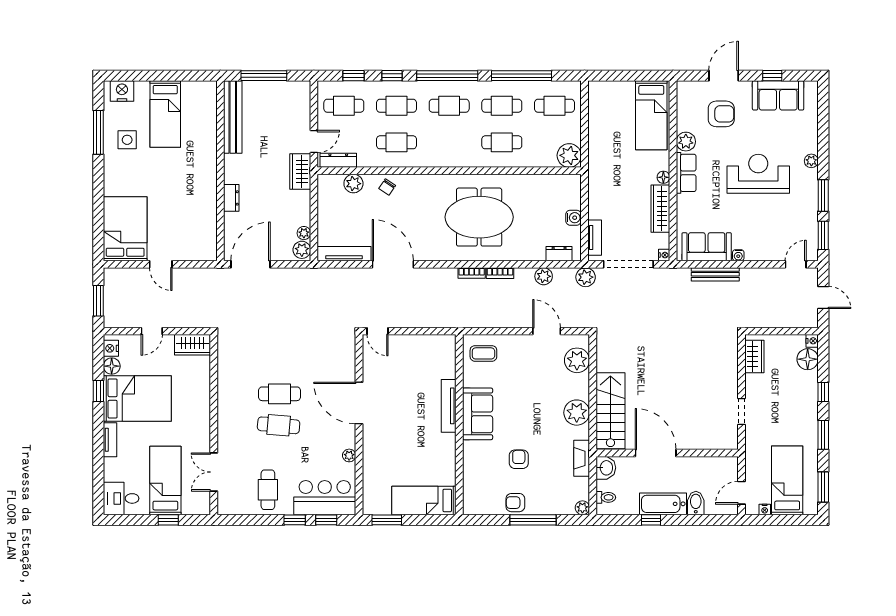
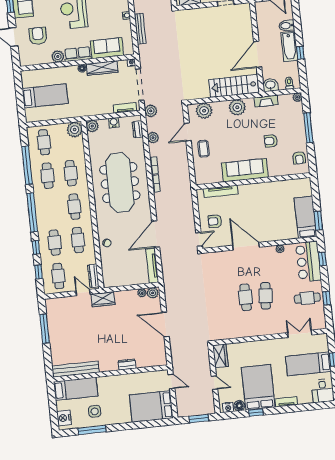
cafe table: (449, 106) -> (74, 207), moved
bed: (651, 115) -> (45, 96), moved
bench: (233, 117) -> (75, 369), moved
wall: (220, 171) -> (110, 373), moved
plant: (353, 184) -> (92, 126), moved
dresser: (231, 198) -> (127, 365), moved
meeting table: (479, 217) -> (120, 183), width x1.36
sofa: (707, 247) -> (107, 48), moved, turned 90
door: (161, 264) -> (171, 381), hinge flipped
coffee table: (483, 353) -> (204, 149), moved
armchair: (403, 359) -> (215, 221), added
door: (359, 403) -> (246, 246), swing flipped
tv unit: (449, 406) -> (221, 191), moved
sofa: (478, 414) -> (245, 170), width x1.36
double door: (214, 472) -> (300, 334), swing flipped
bed: (424, 500) -> (305, 217), moved, turned 180
armchair: (515, 503) -> (299, 158), moved
window: (295, 520) -> (327, 298), moved

